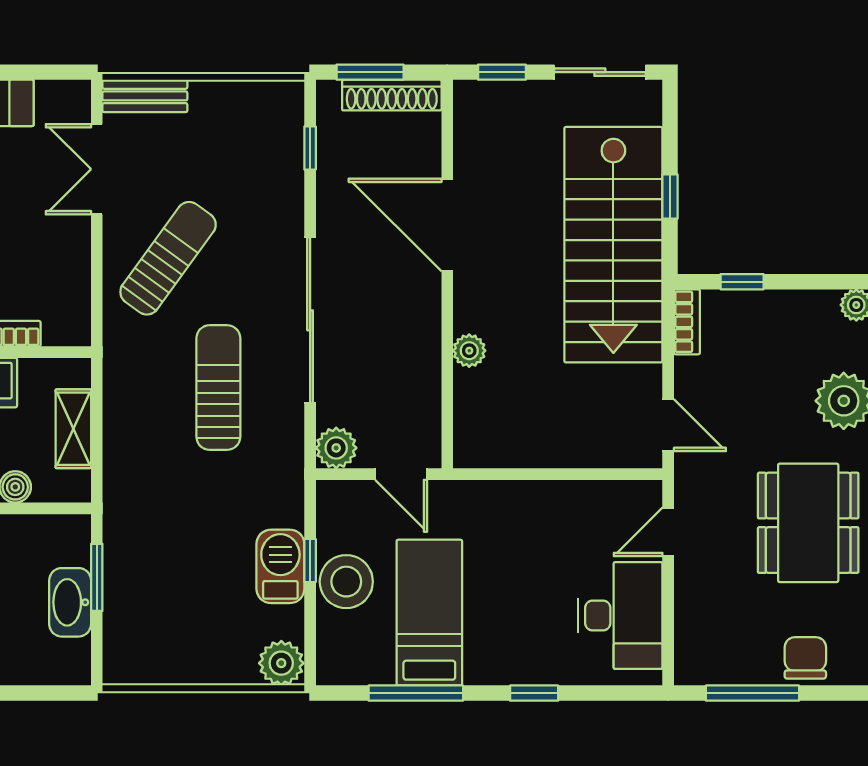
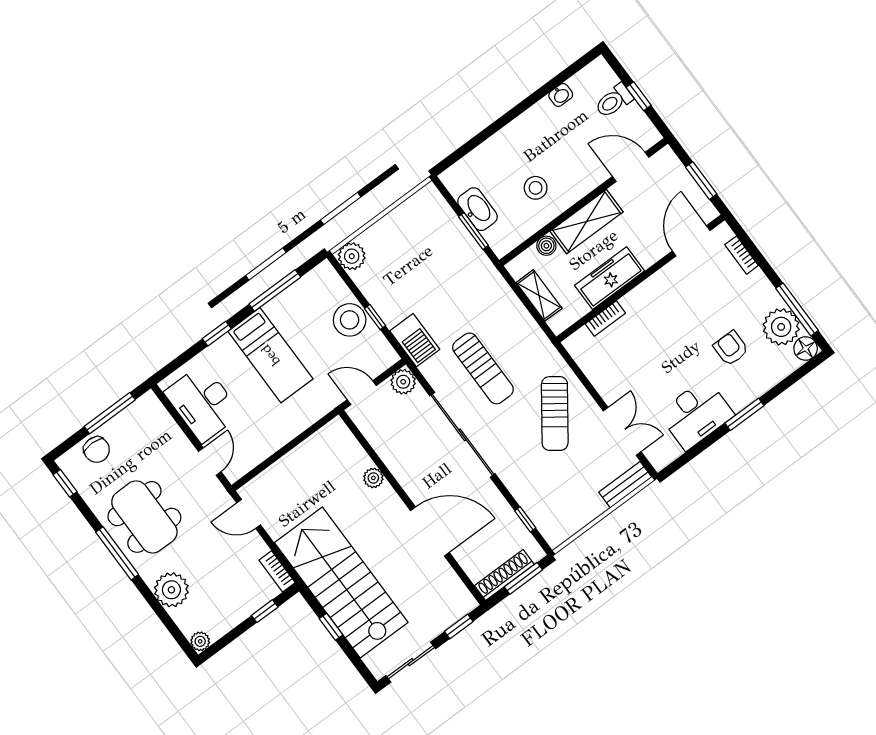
barbecue: (280, 566) -> (415, 340), moved
bed: (429, 613) -> (270, 355), moved

